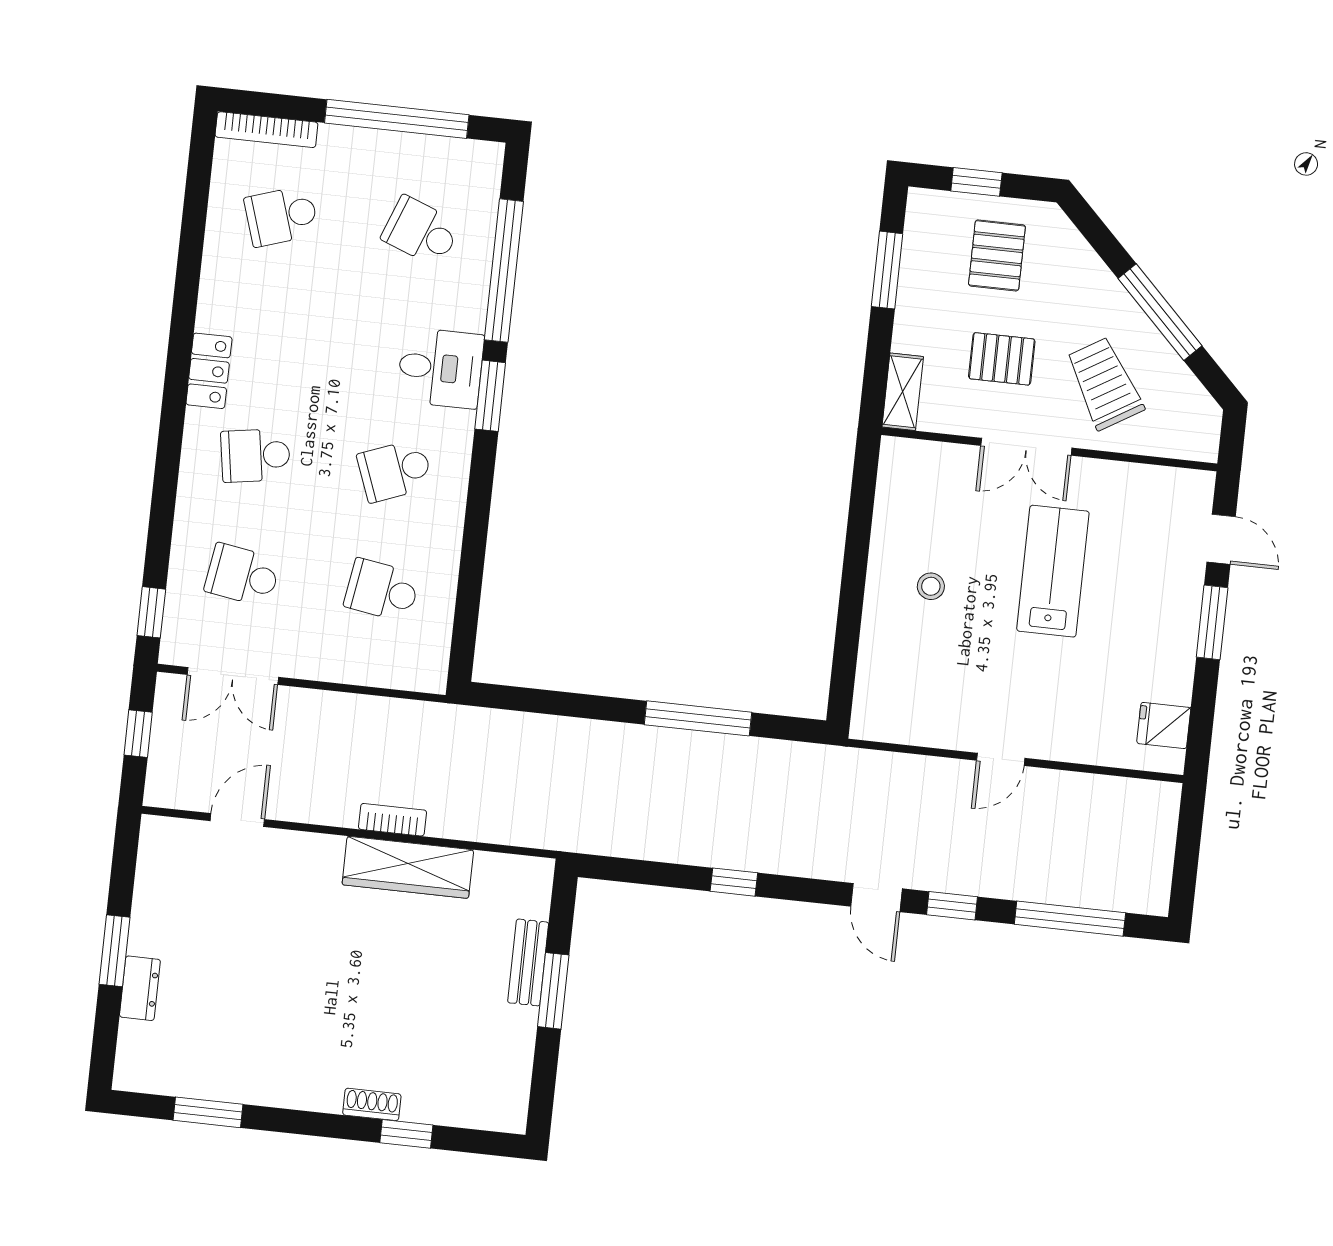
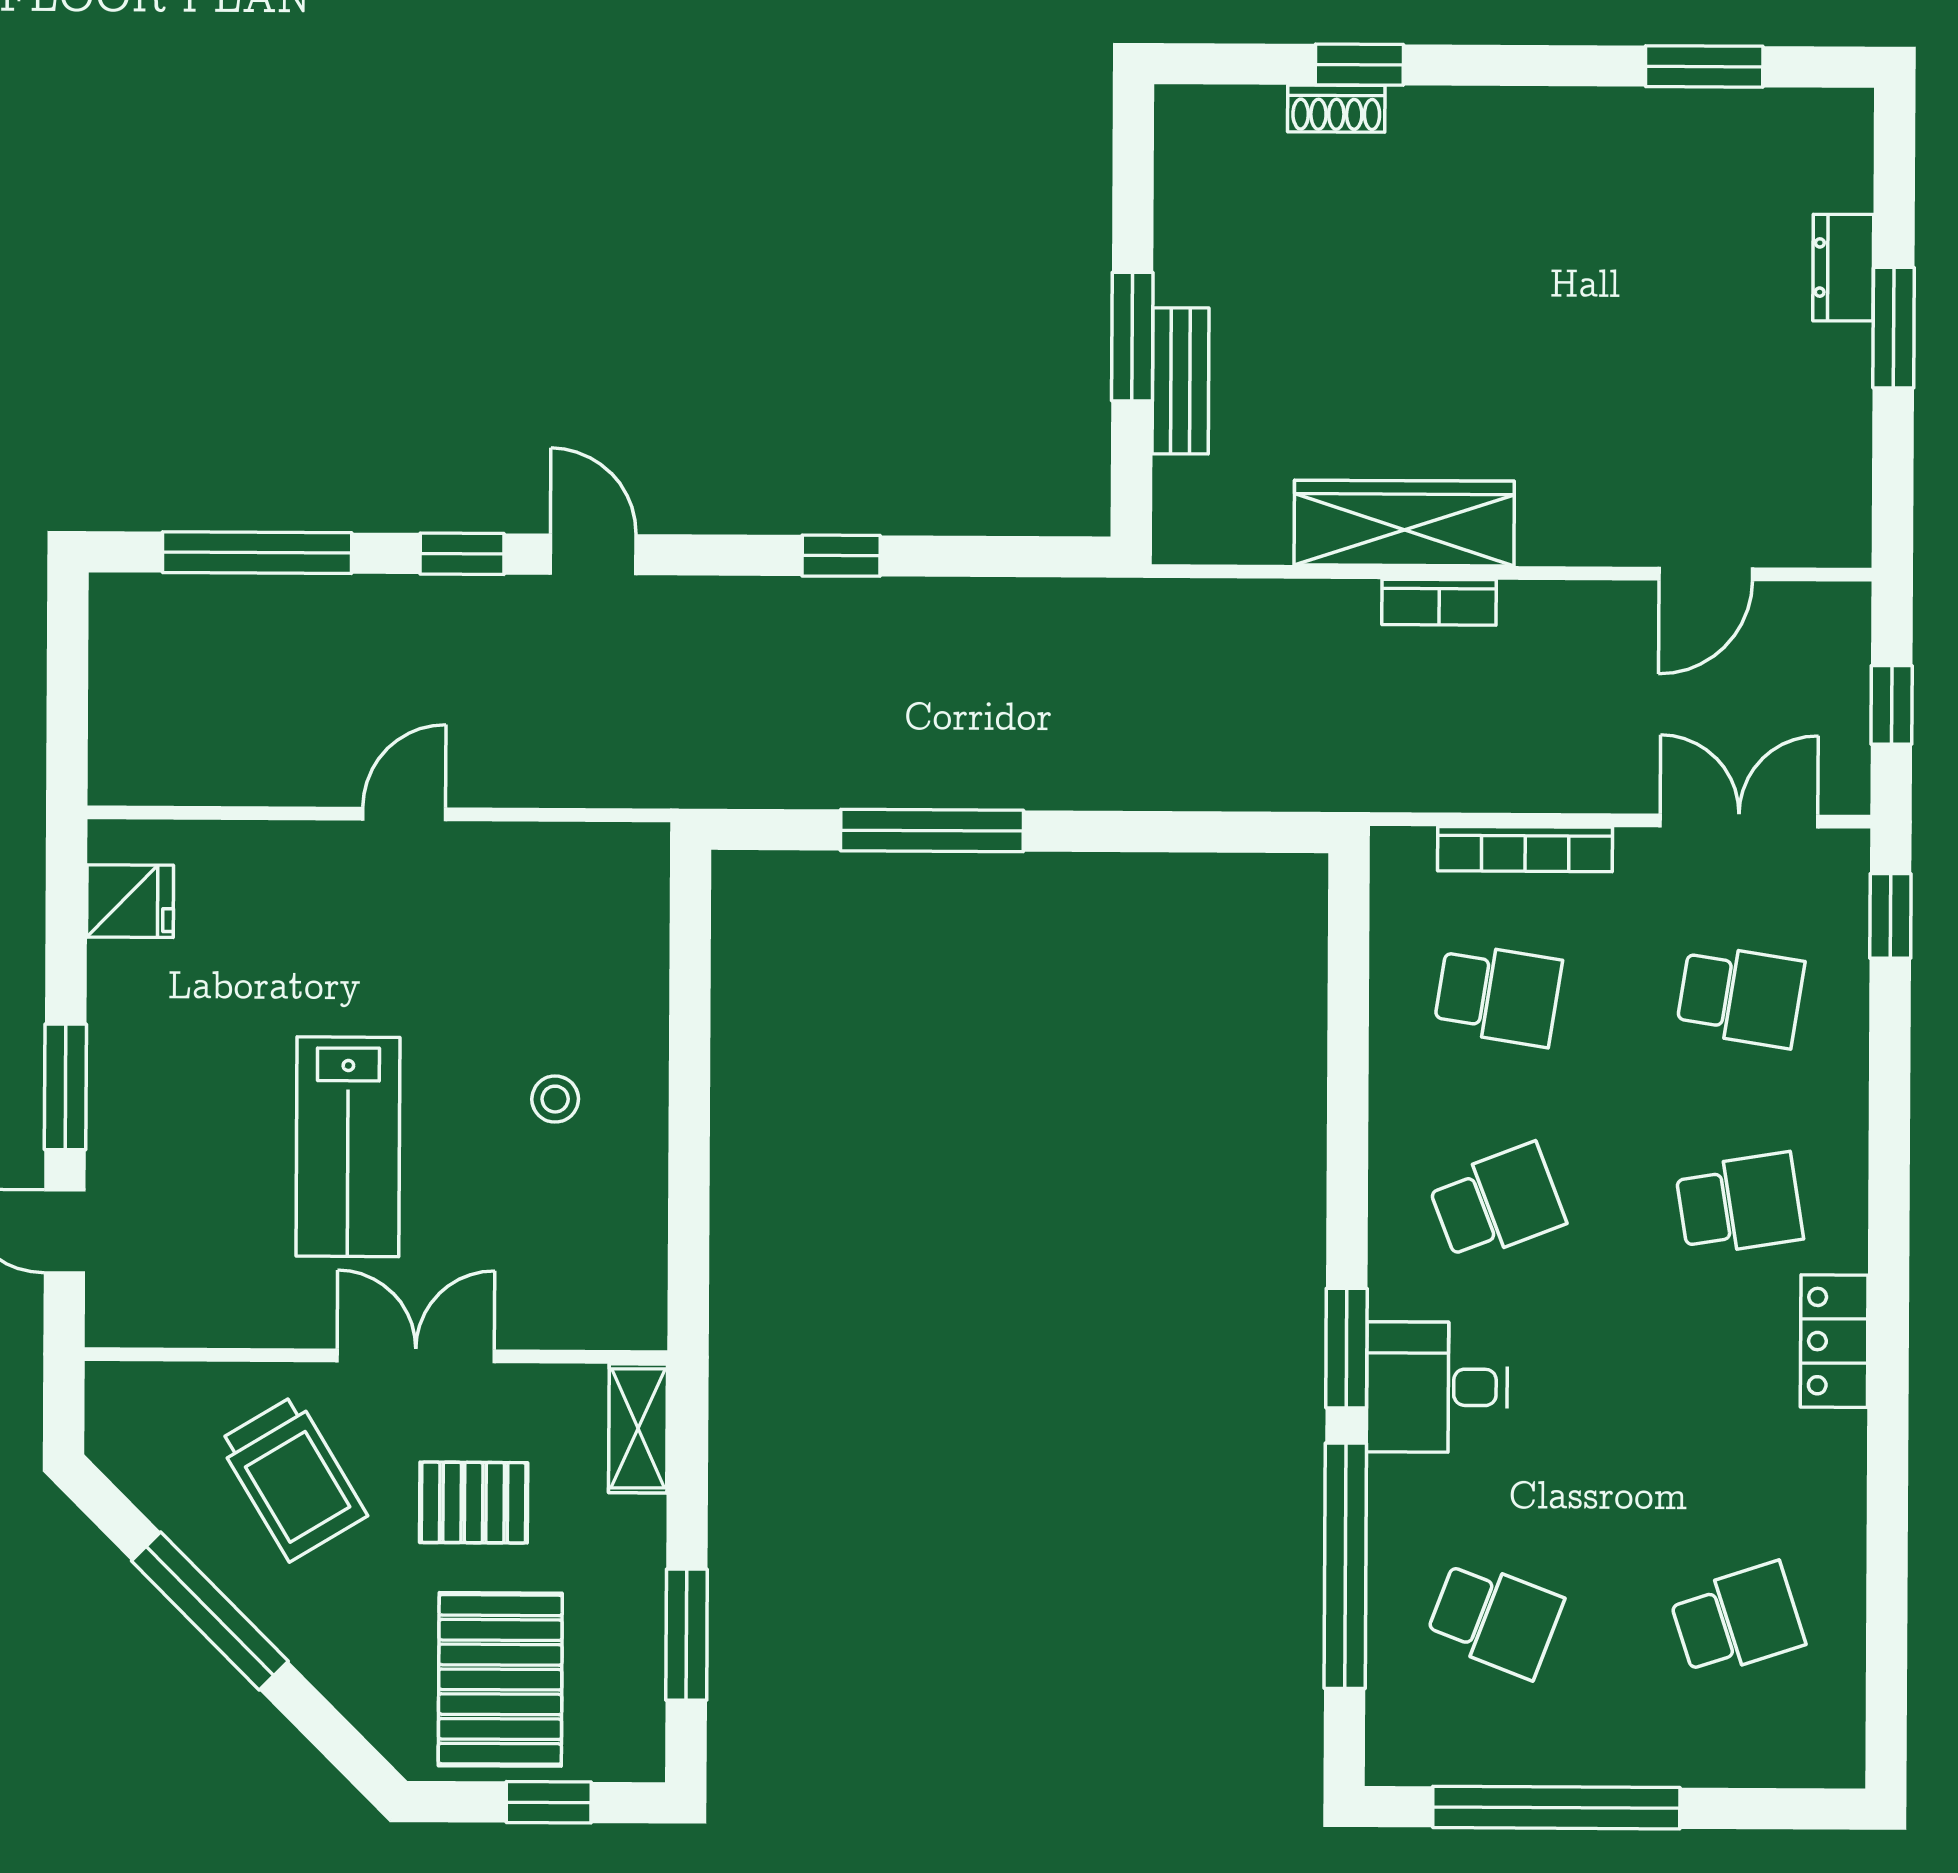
bookcase: (266, 130) -> (1525, 849), moved, turned 180
pallet: (997, 255) -> (500, 1679), width x1.50, depth x1.42
shoe rack: (372, 1104) -> (1336, 109), moved

